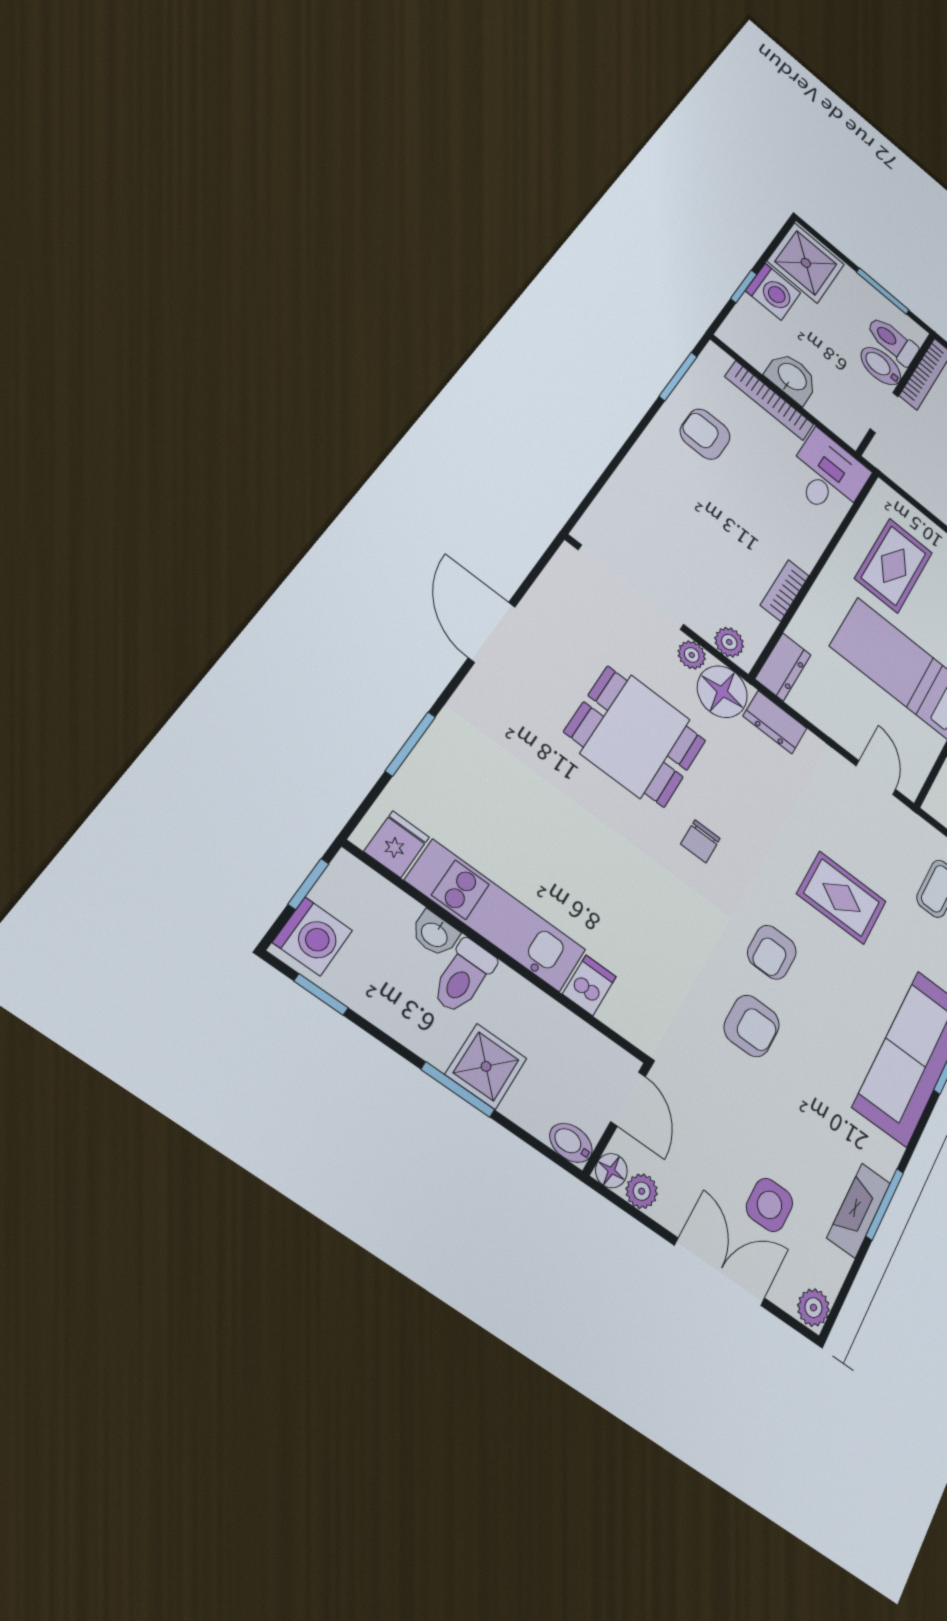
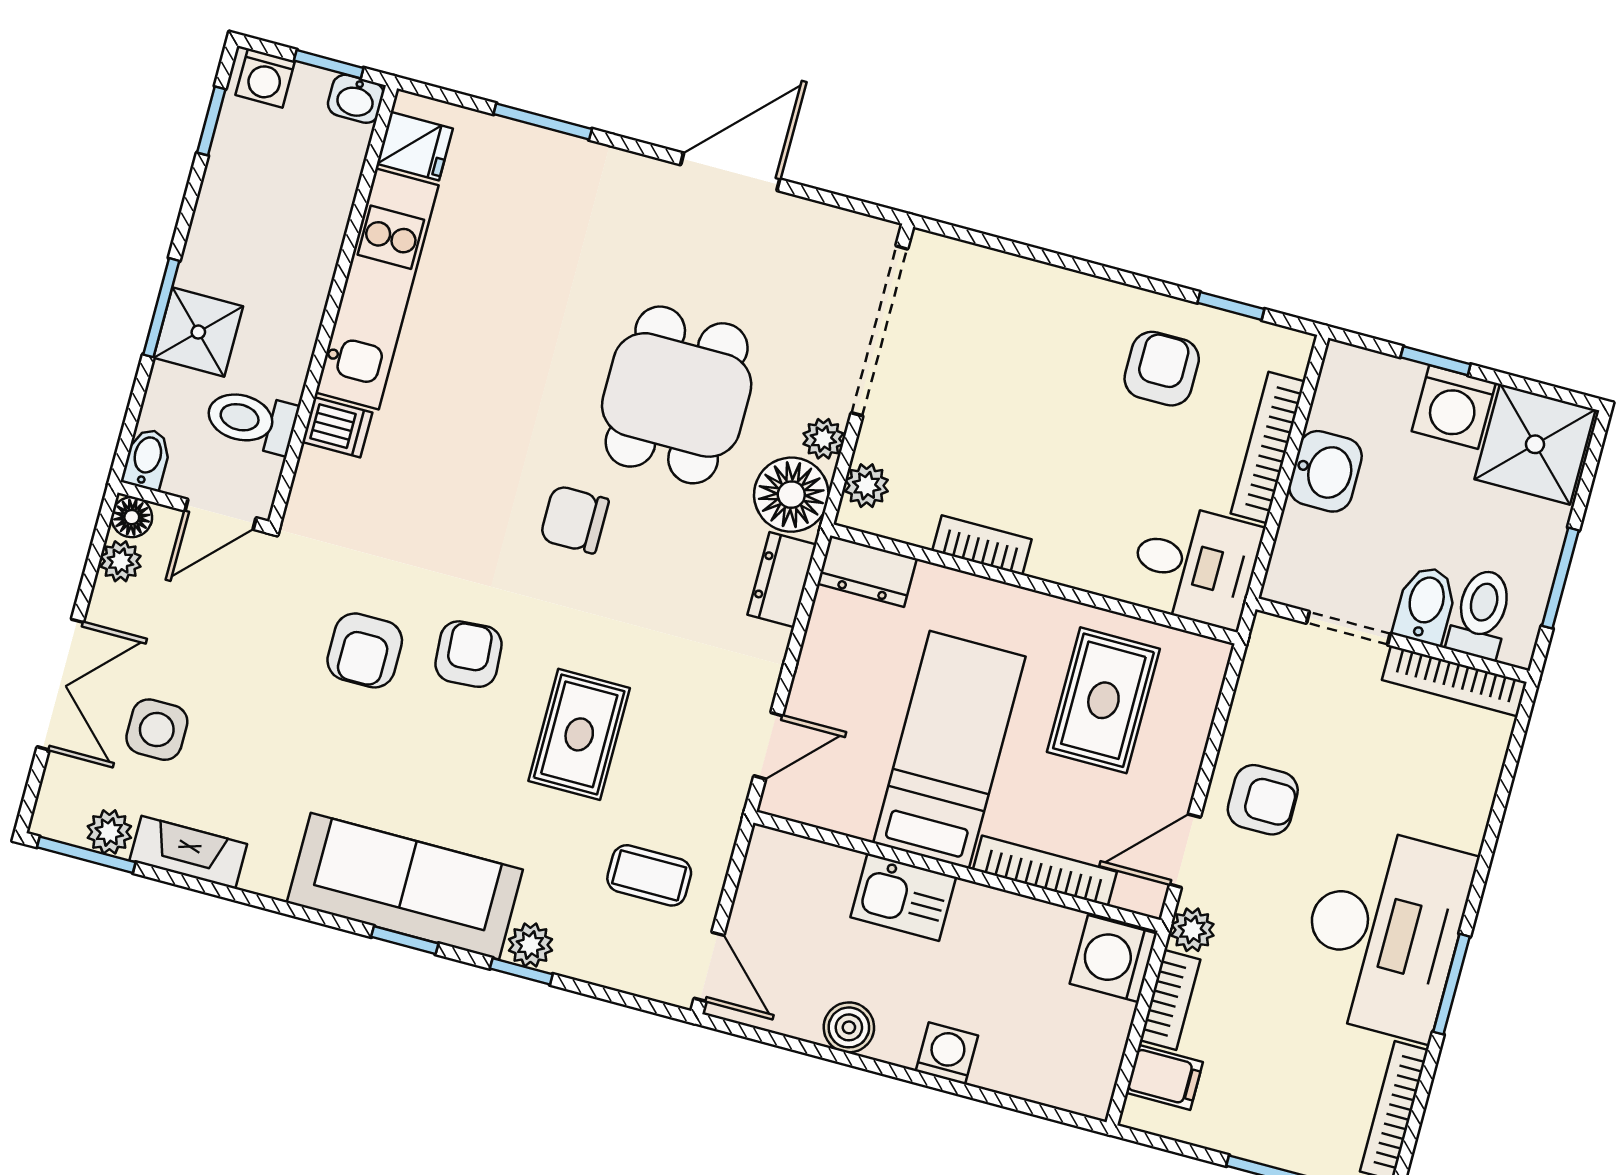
window: (678, 376) -> (1231, 306), width x0.67
rug: (894, 566) -> (1103, 700), turned 90
chair: (700, 841) -> (574, 519), width x1.37, depth x1.37
washbasin: (435, 934) -> (356, 99), moved, turned -90
washing machine: (313, 936) -> (265, 78), width x0.73, depth x0.73
armchair: (772, 952) -> (469, 654), turned 86
toilet: (463, 977) -> (251, 420), moved
window: (885, 1204) -> (86, 855), moved
plant: (813, 1308) -> (109, 832), moved

